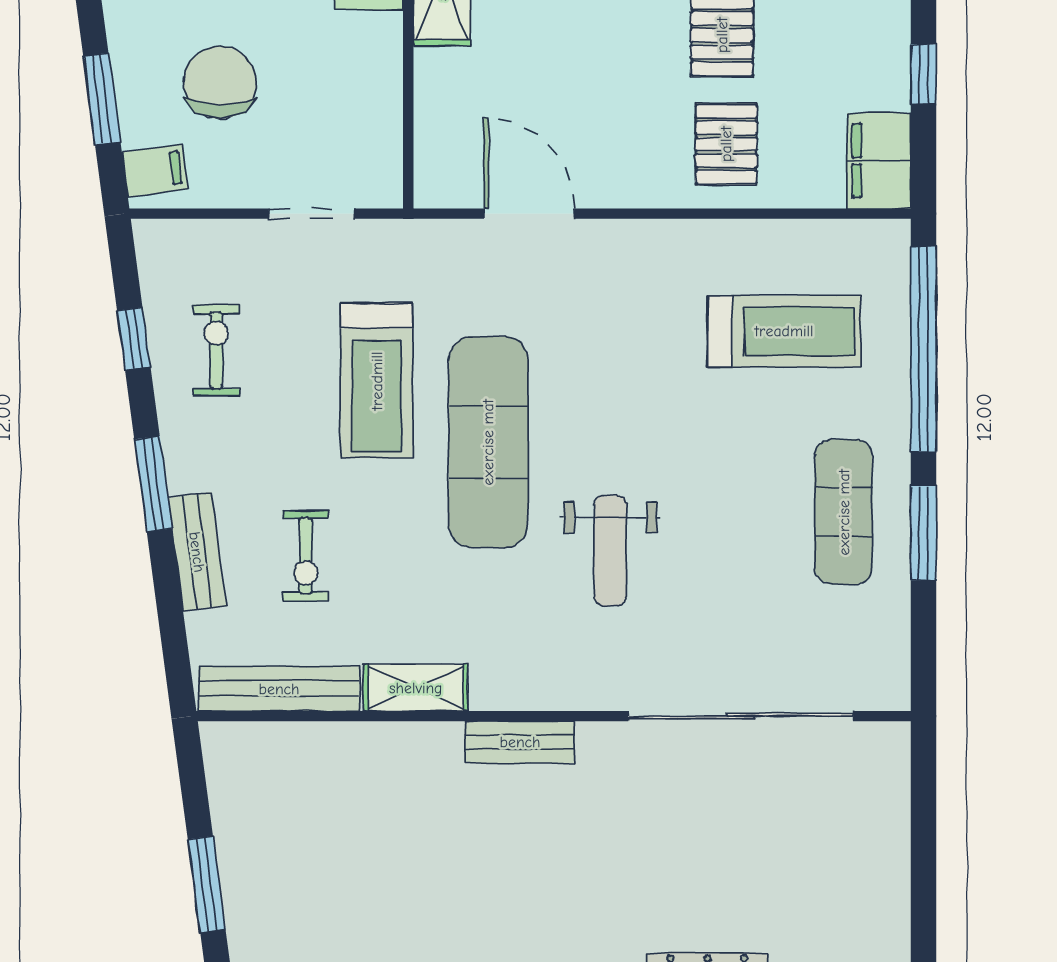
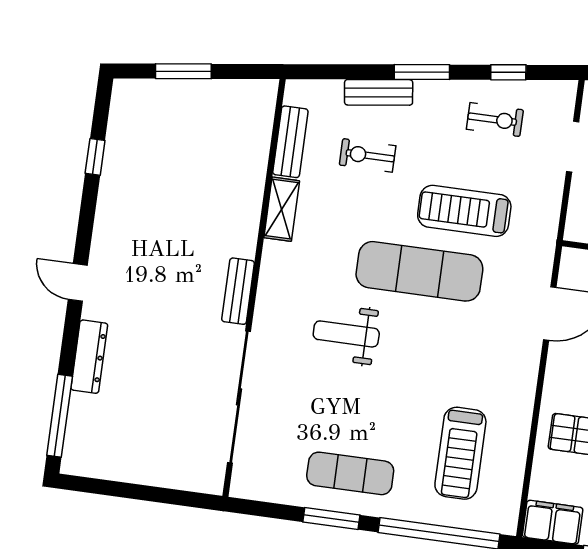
doorway: (311, 214) -> (573, 147), moved
bench: (279, 689) -> (290, 142), width x0.73
bench: (520, 742) -> (238, 291), moved

